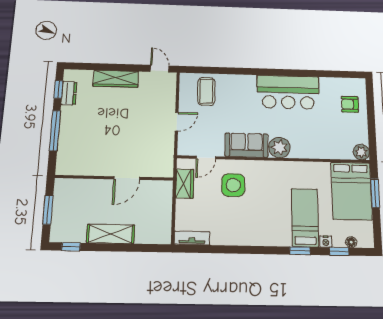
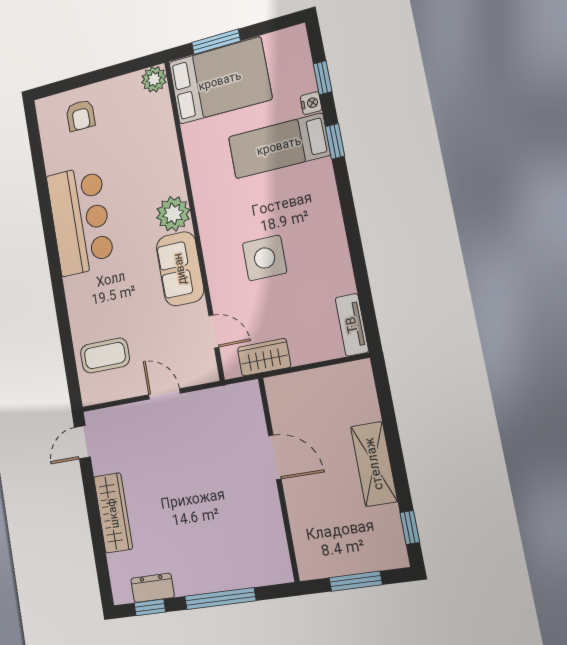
side table: (233, 185) -> (265, 258), moved
floor lamp: (351, 242) -> (303, 62), removed

